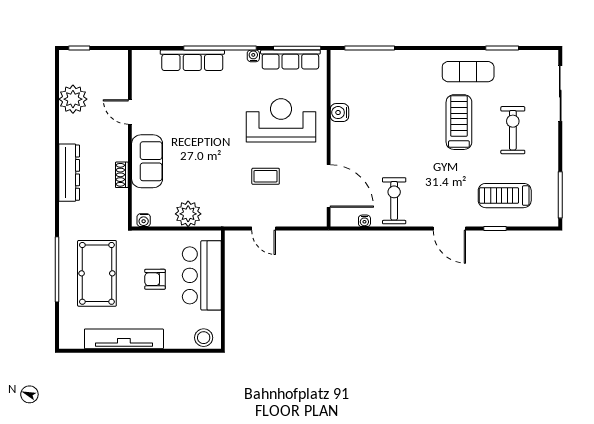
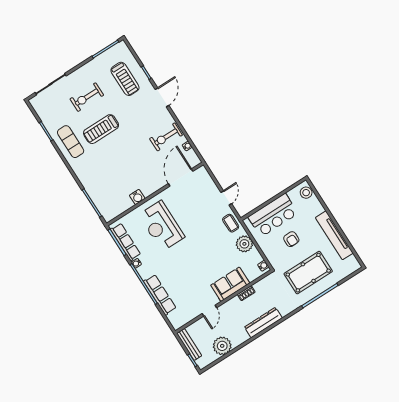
bench: (103, 57) -> (189, 344), added
coffee table: (266, 176) -> (231, 223), moved

